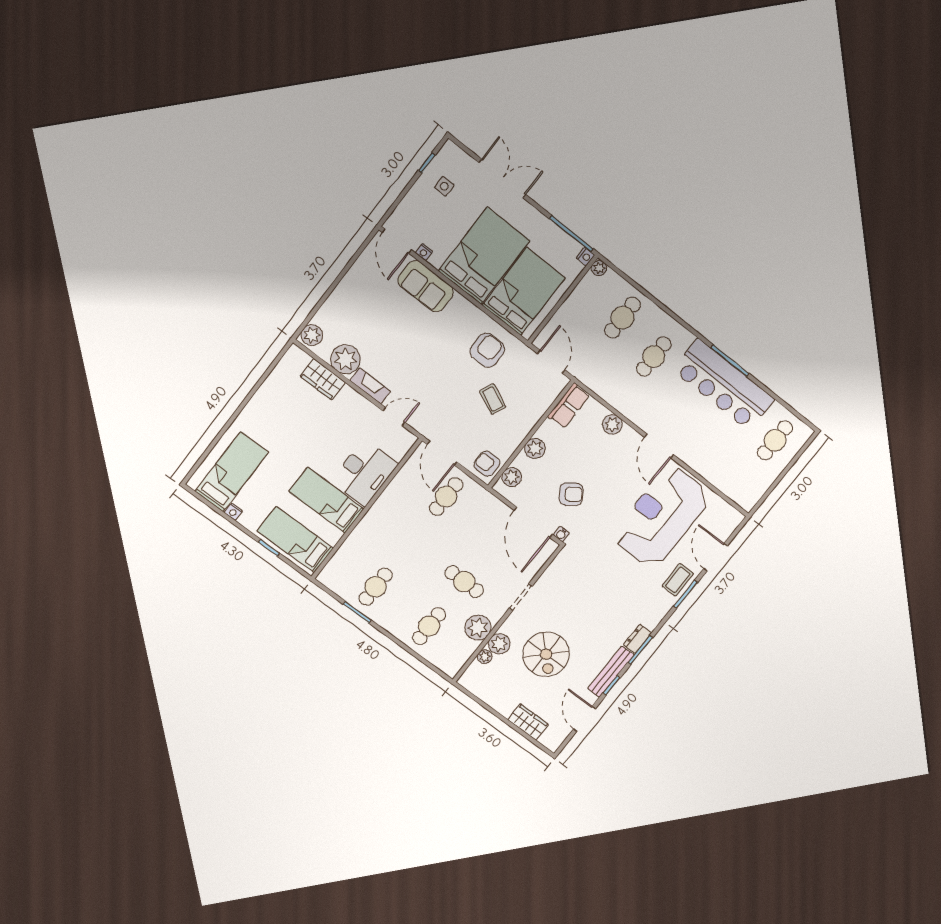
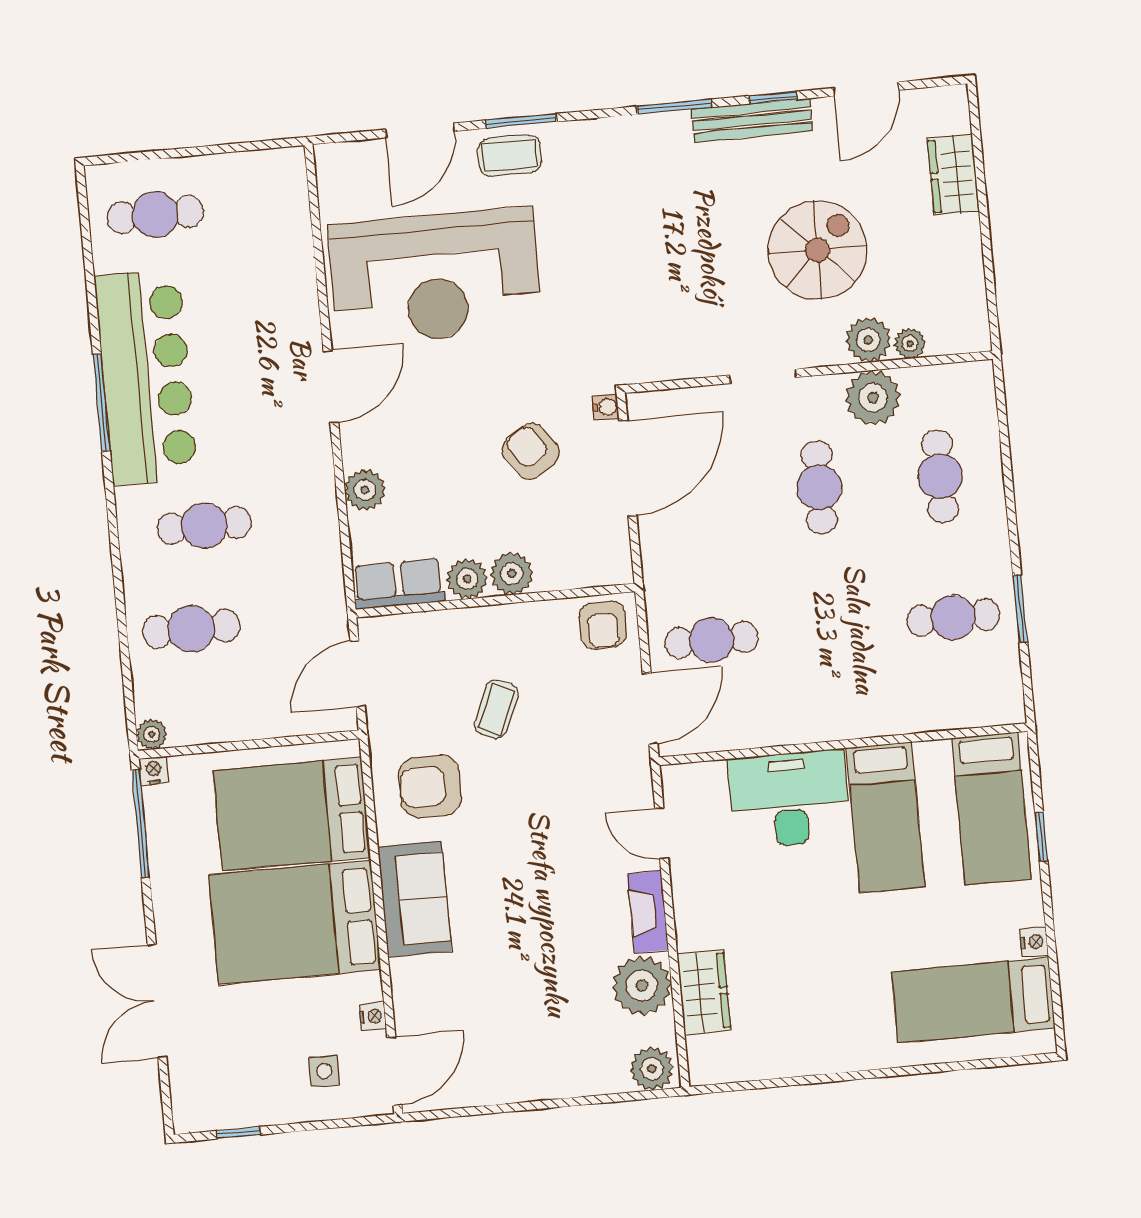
side table: (444, 186) -> (324, 1071), moved
sofa: (426, 286) -> (415, 899), moved
plant: (512, 477) -> (467, 579), moved
cafe table: (429, 626) -> (940, 476), turned 90
dresser: (638, 639) -> (661, 128), removed

